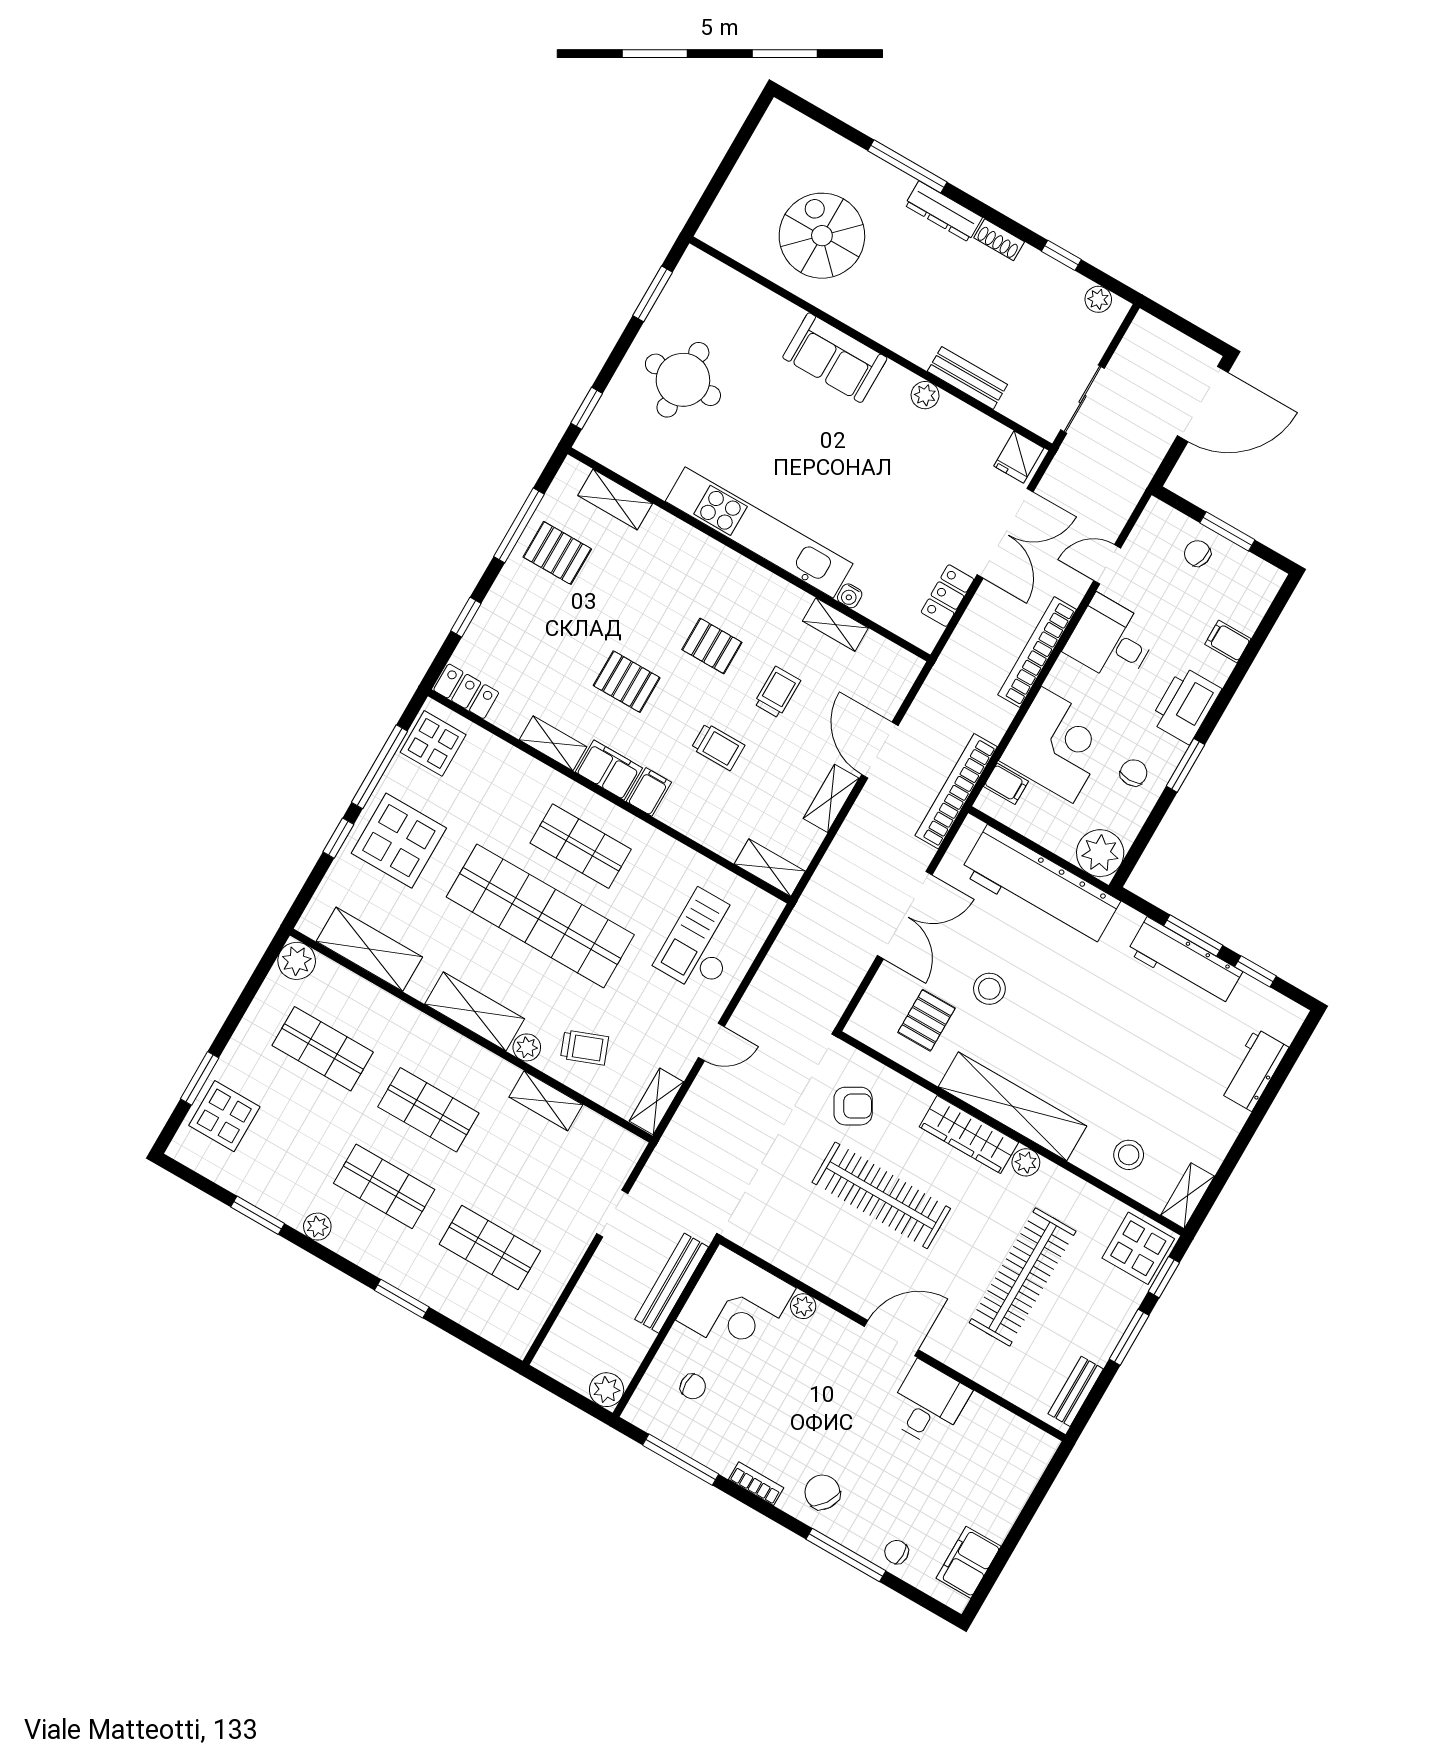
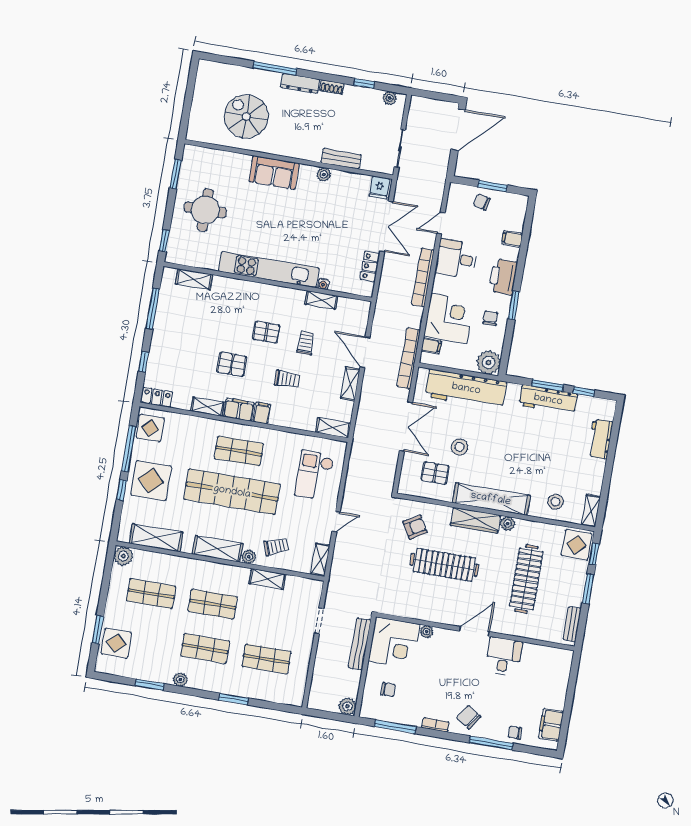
pallet: (557, 553) -> (176, 315), removed
pallet: (926, 1020) -> (435, 473), turned 90

